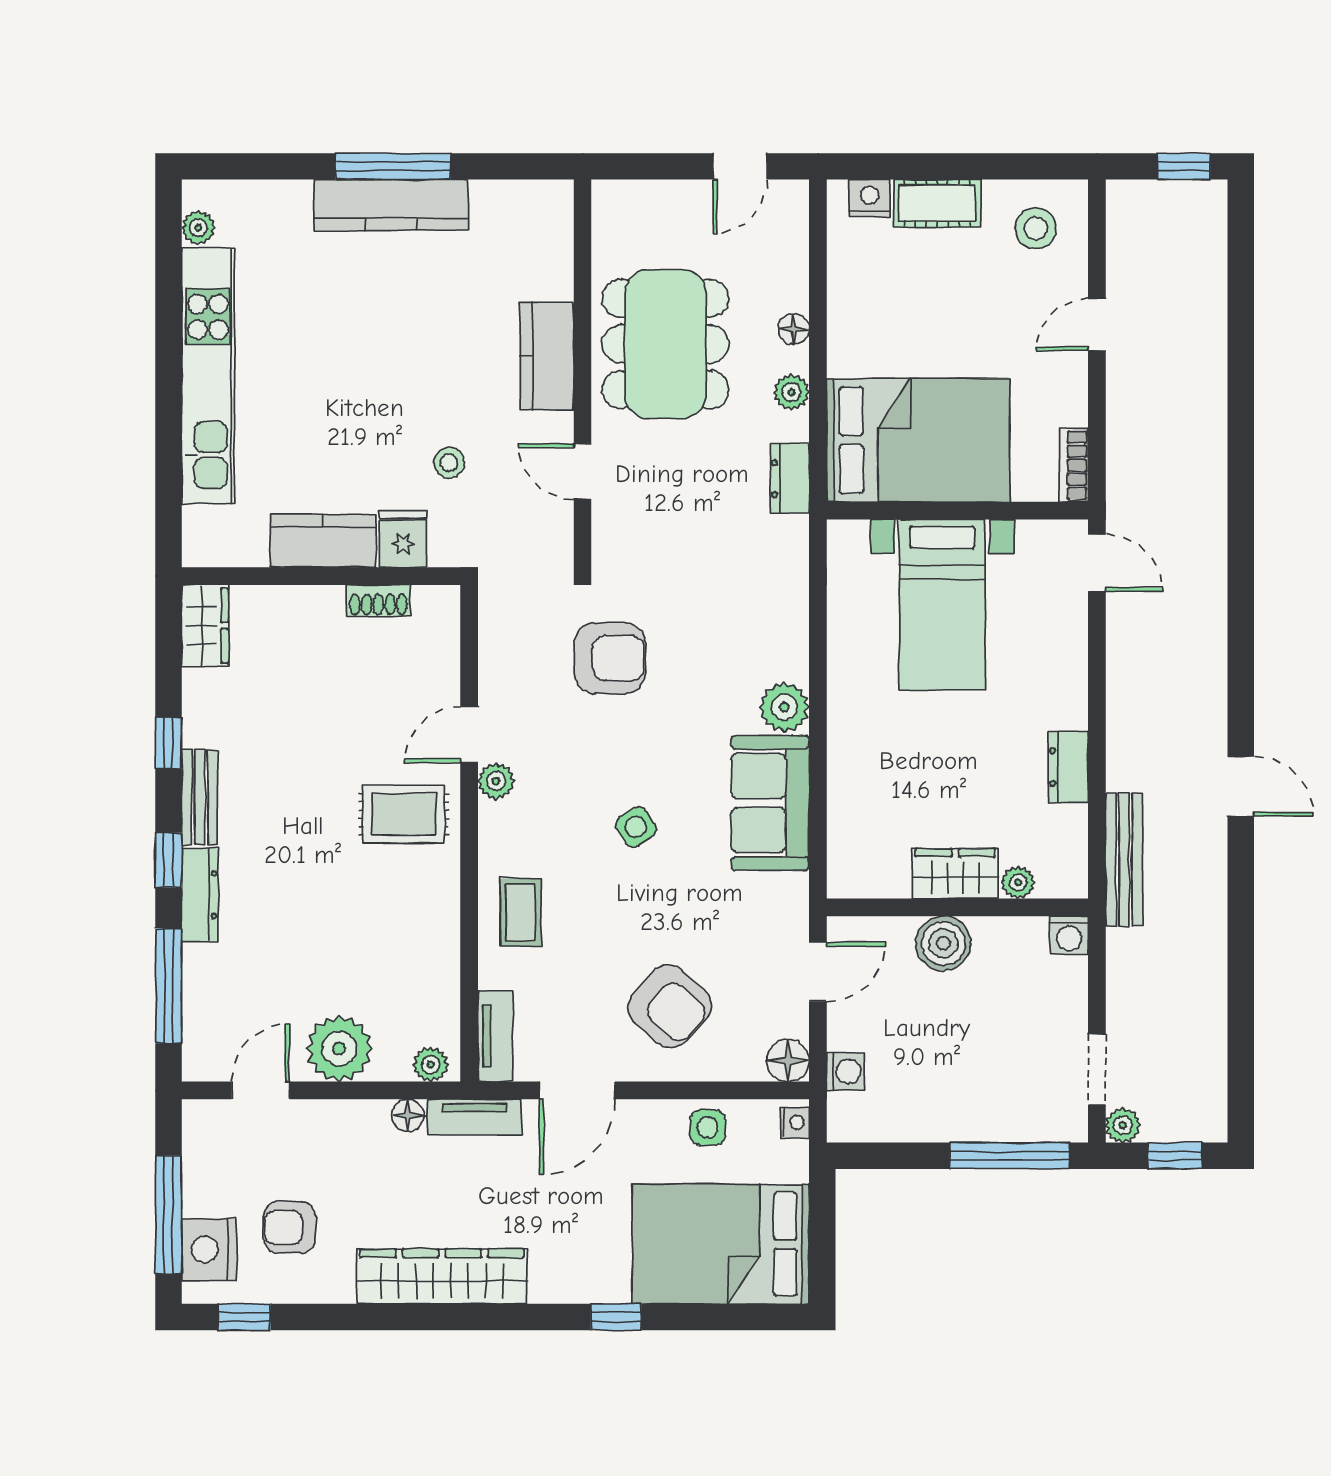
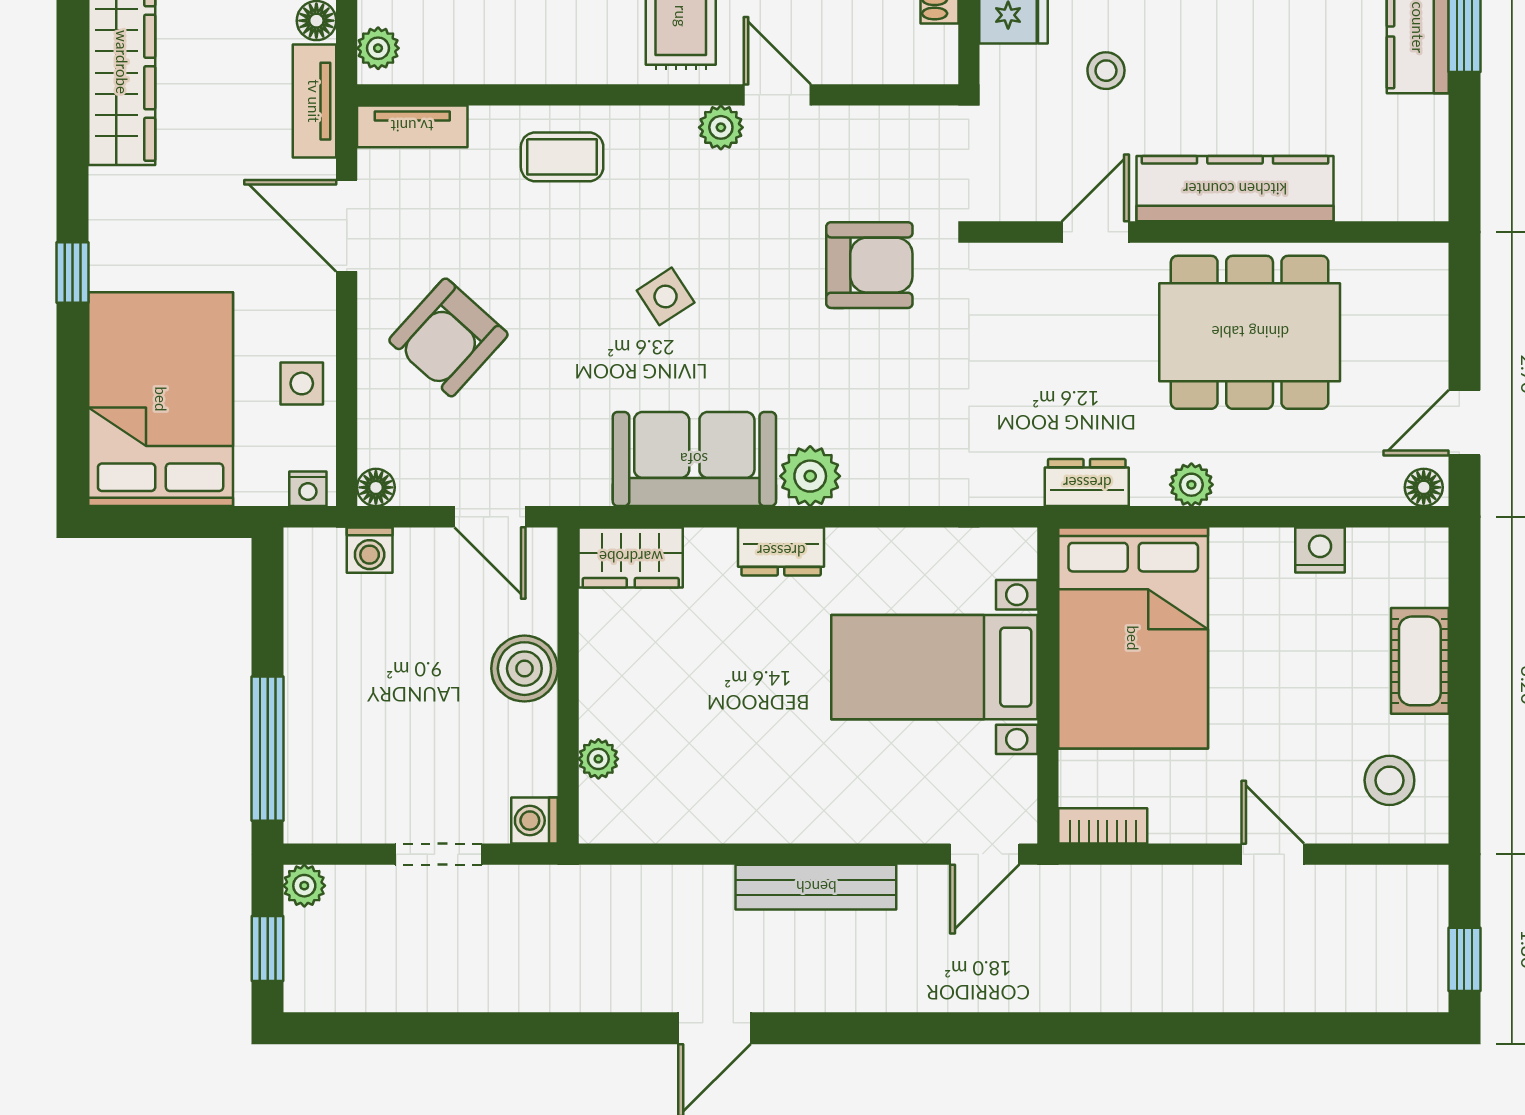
door: (740, 166) -> (1464, 423), hinge flipped
nightstand: (869, 198) -> (1320, 550), moved, turned -90
floor lamp: (794, 329) -> (1424, 487), moved
kitchen counter: (547, 356) -> (1235, 189), width x1.50
armchair: (610, 658) -> (869, 265), turned -90
dresser: (1068, 767) -> (781, 551), moved, turned 180
bench: (1124, 860) -> (816, 887), moved
wardrobe: (955, 874) -> (631, 557), moved, turned 90
floor lamp: (788, 1060) -> (376, 487), width x0.73, depth x0.73
doorway: (1097, 1069) -> (439, 854), moved

